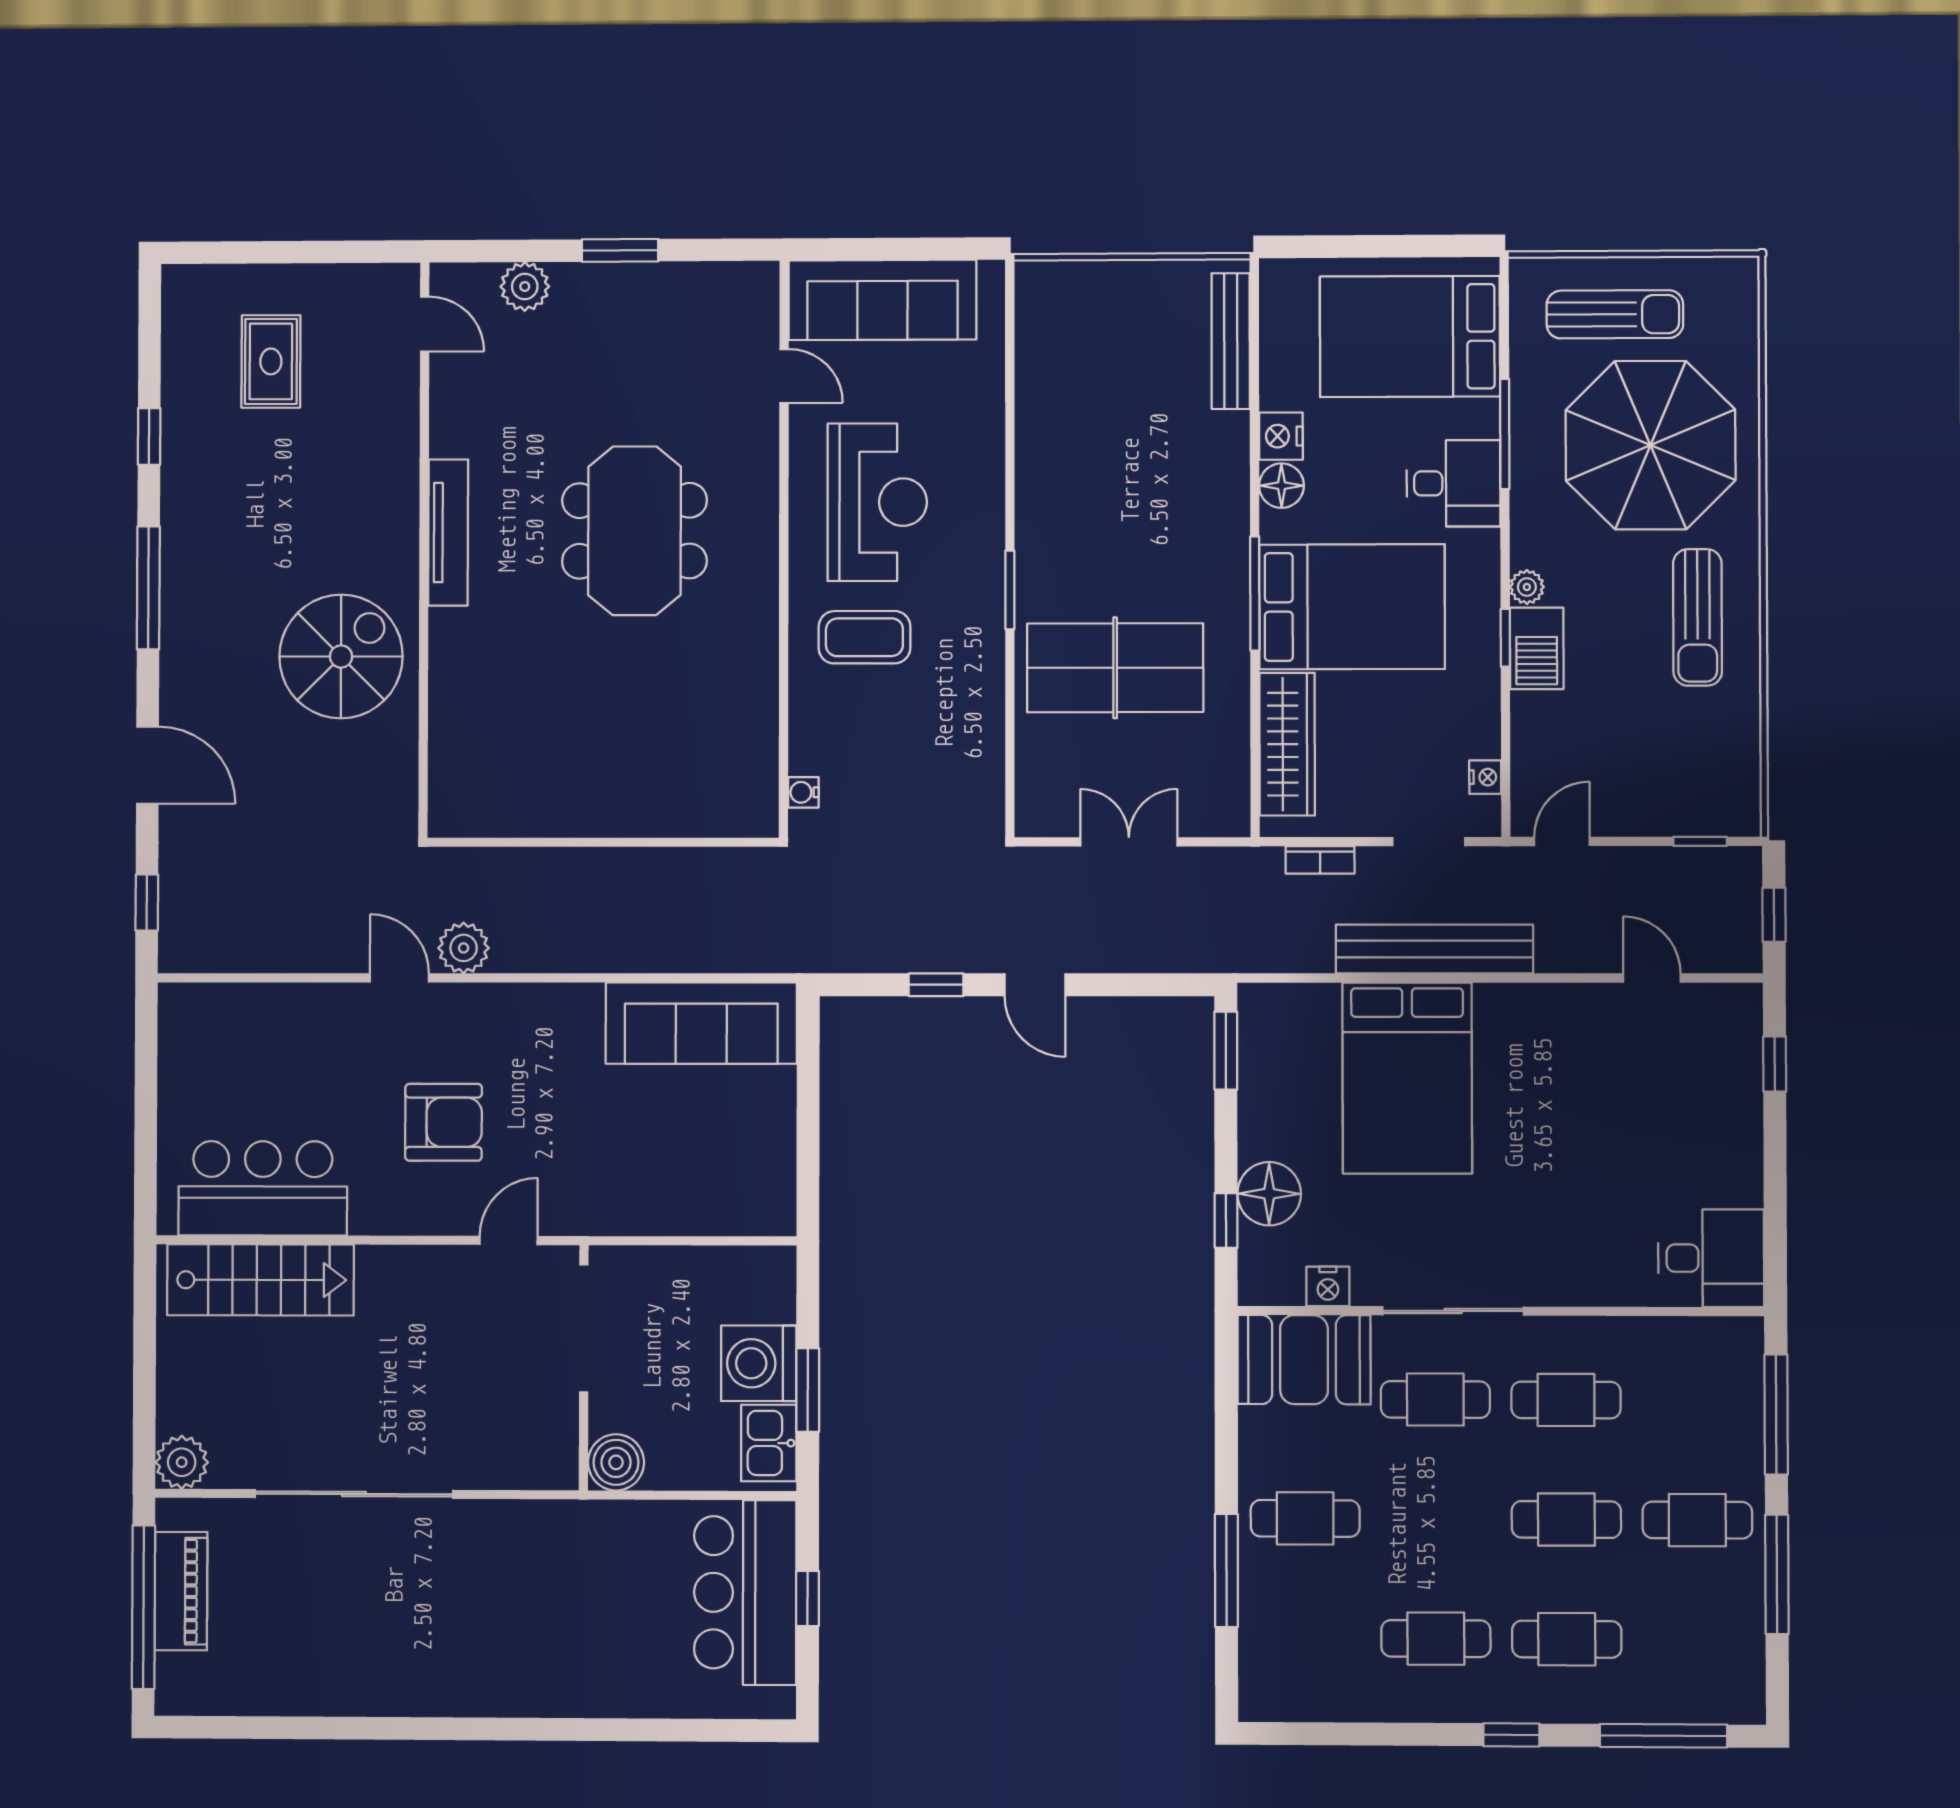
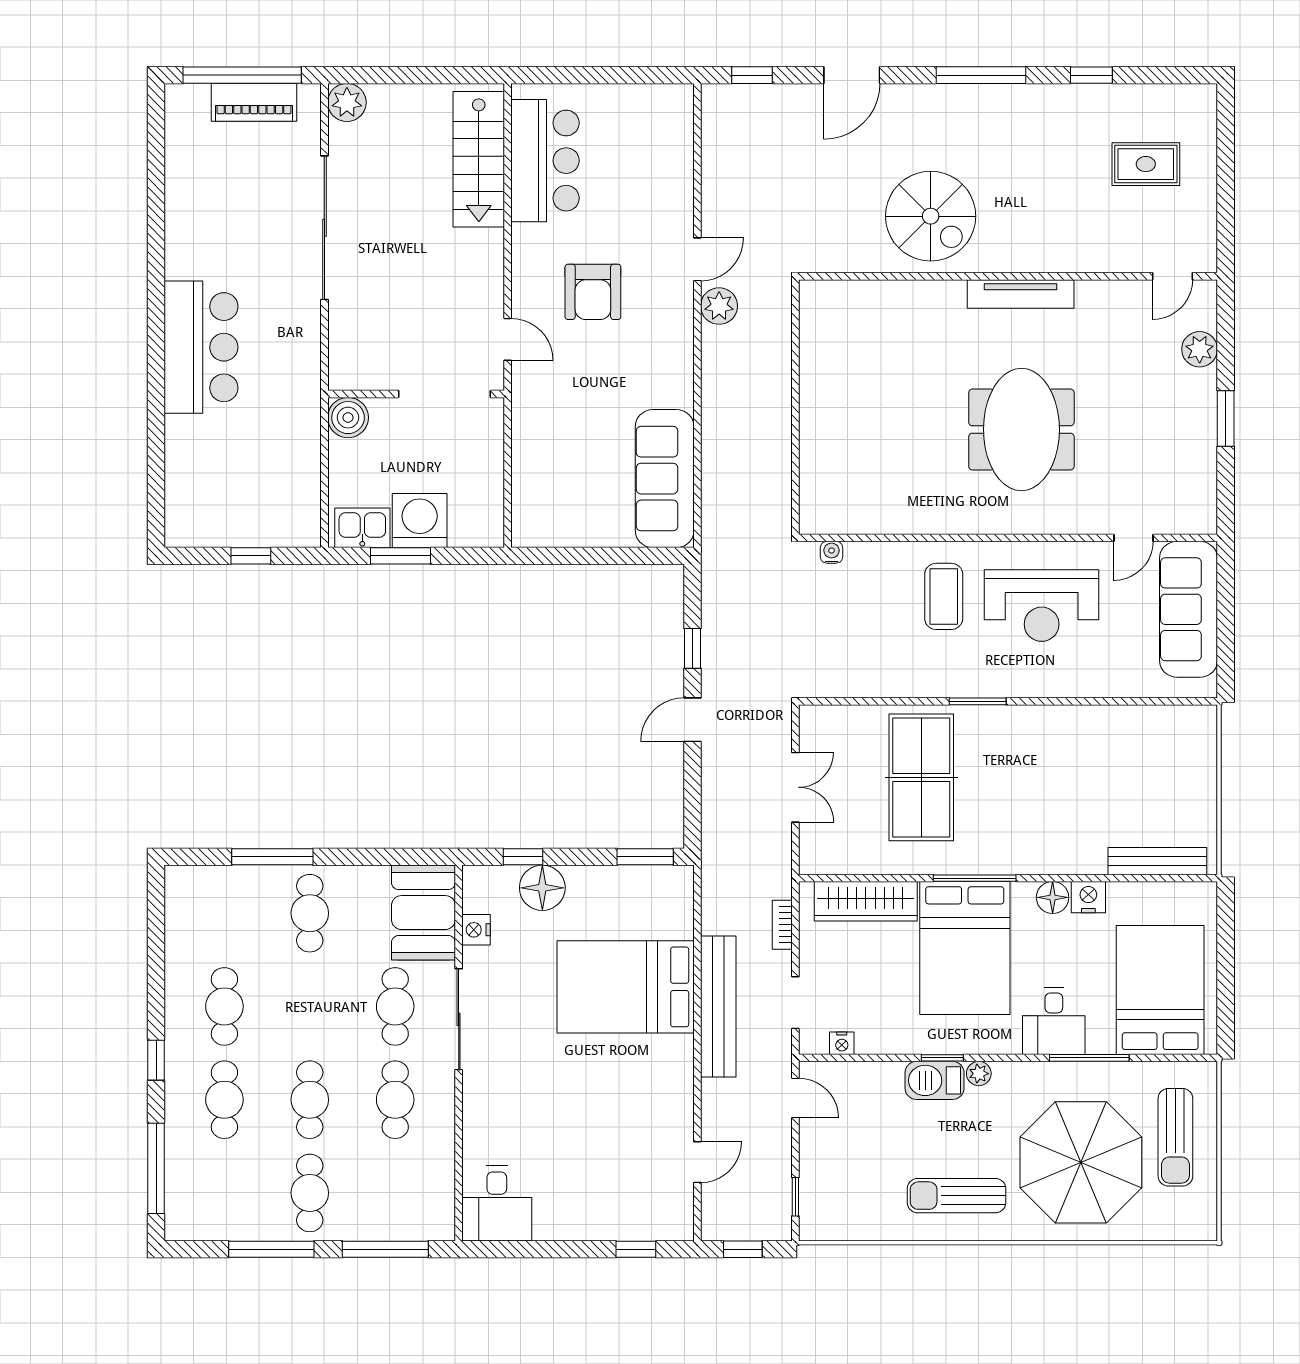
meeting table: (634, 531) -> (1021, 429), turned 90
bar counter: (745, 1592) -> (201, 347), moved, turned 90

